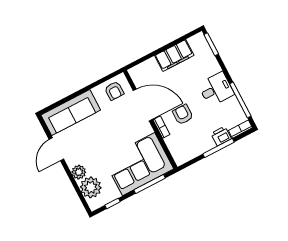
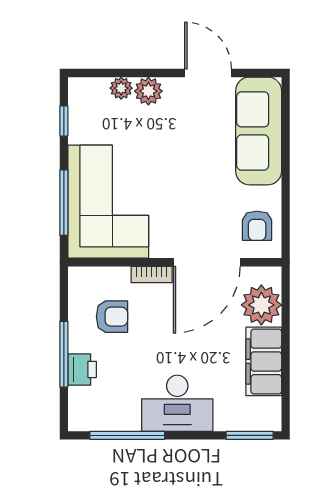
plant: (149, 70) -> (261, 305), added
desk: (216, 89) -> (177, 403), width x1.37
armchair: (114, 91) -> (257, 226), turned -90
armchair: (183, 115) -> (112, 317), moved
bookcase: (240, 129) -> (77, 409), removed
plant: (91, 187) -> (121, 88), width x0.53, depth x0.53

